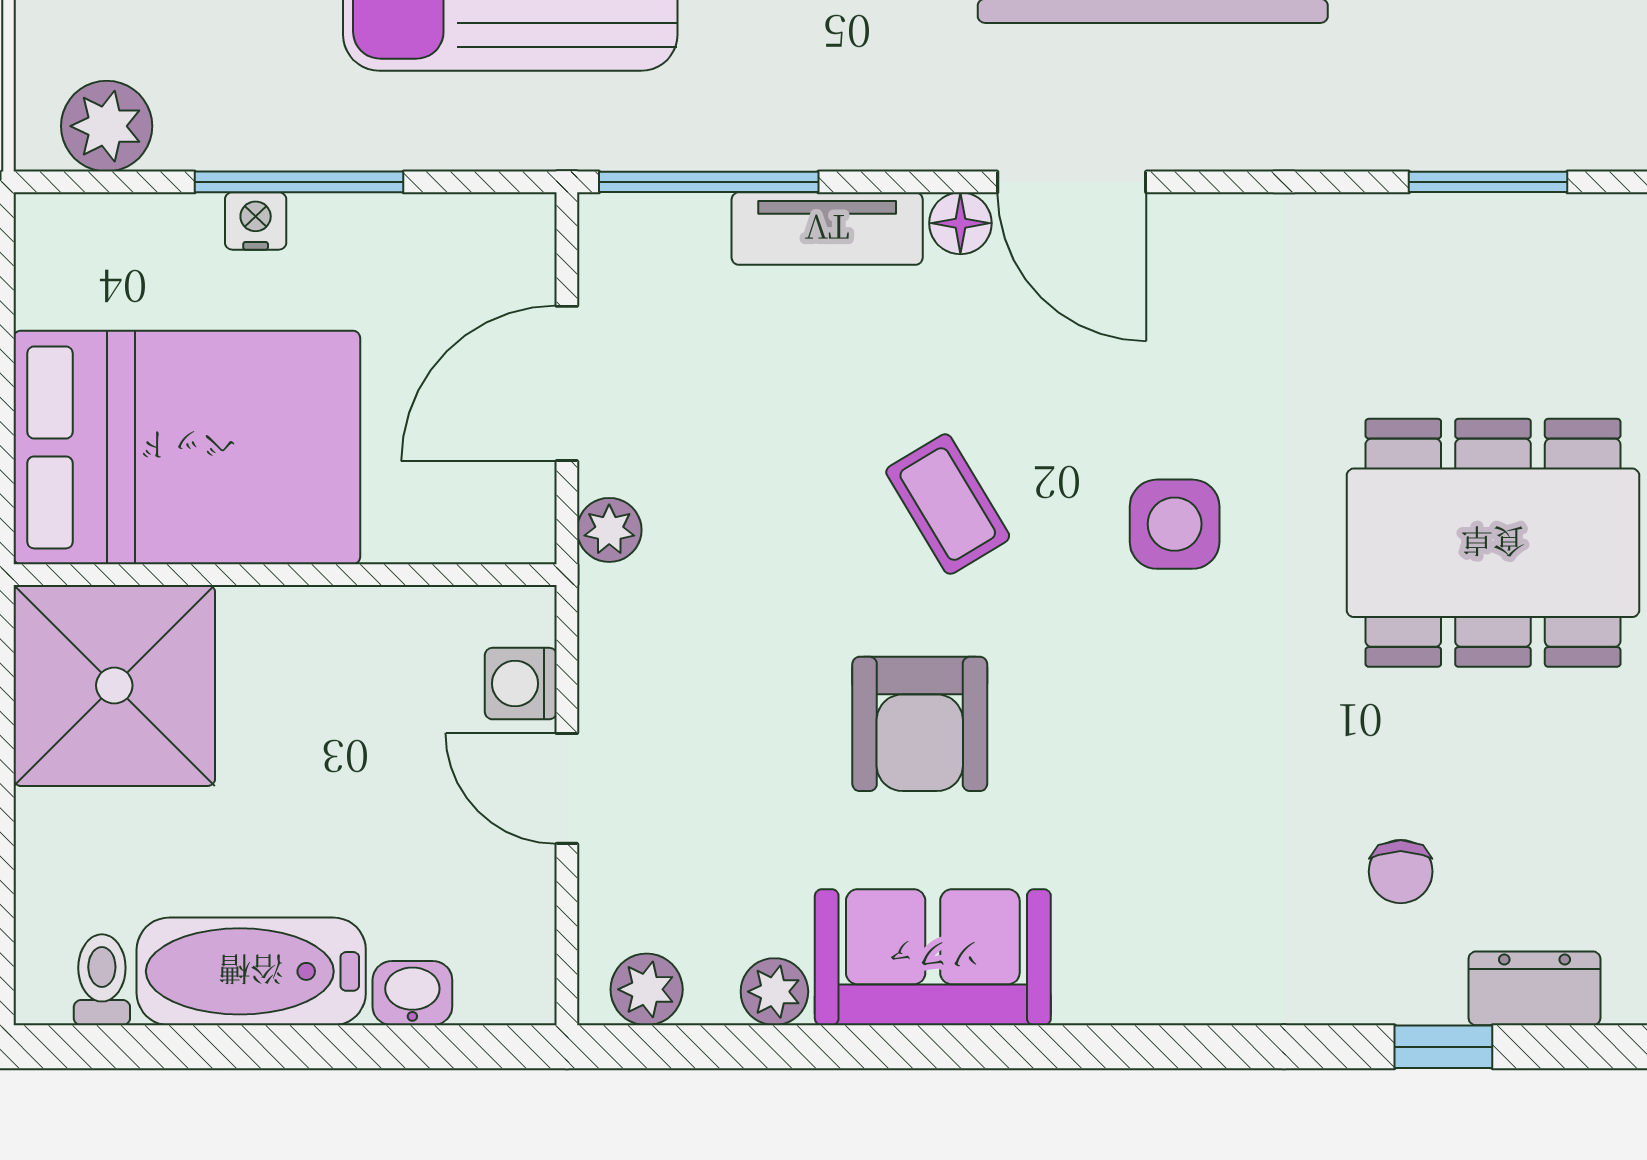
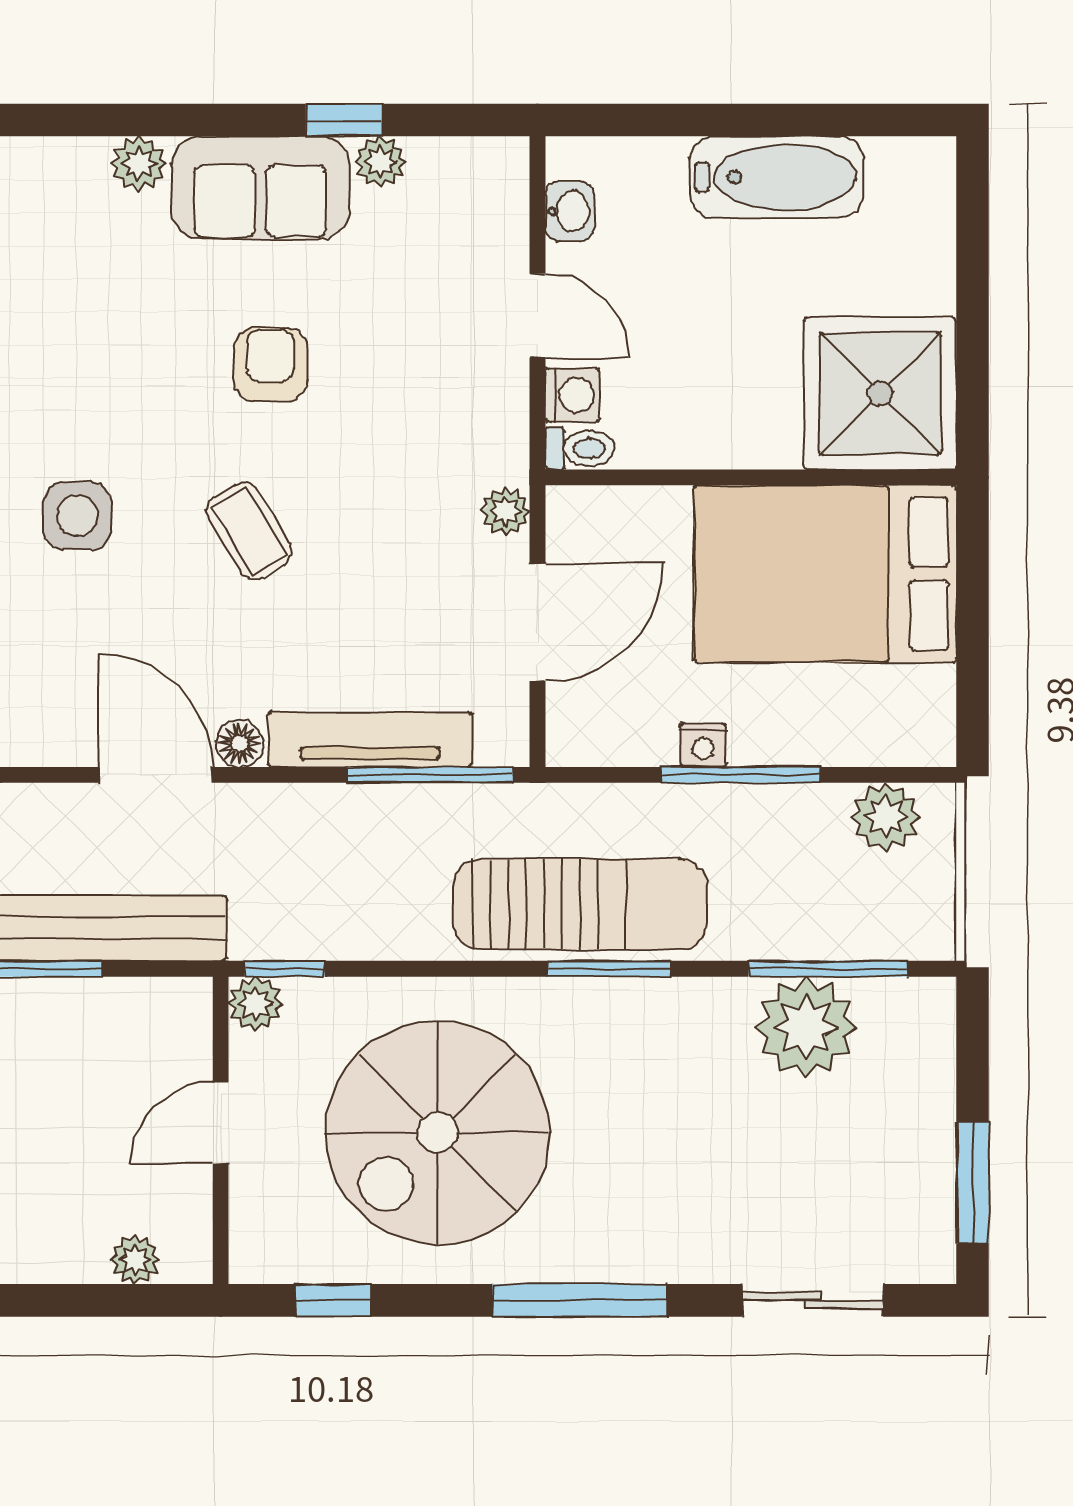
nightstand: (256, 221) -> (703, 745), moved
tv unit: (827, 229) -> (370, 739), width x1.41
armchair: (920, 724) -> (270, 364), width x0.72, depth x0.72
toilet: (102, 980) -> (580, 448), moved, turned -90
plant: (647, 989) -> (139, 163), moved
washbasin: (412, 993) -> (570, 211), moved, turned -90
window: (822, 1047) -> (344, 120), added

